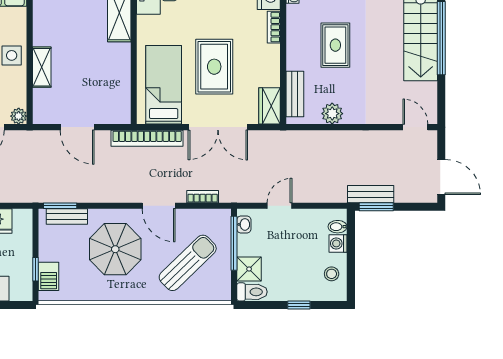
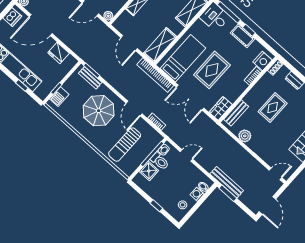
shelving: (119, 94) -> (160, 45), added
door: (415, 127) -> (276, 174), hinge flipped
bench: (371, 194) -> (227, 182), width x1.36
sun lounger: (188, 263) -> (125, 145), turned 134
toilet: (252, 292) -> (160, 161), moved

